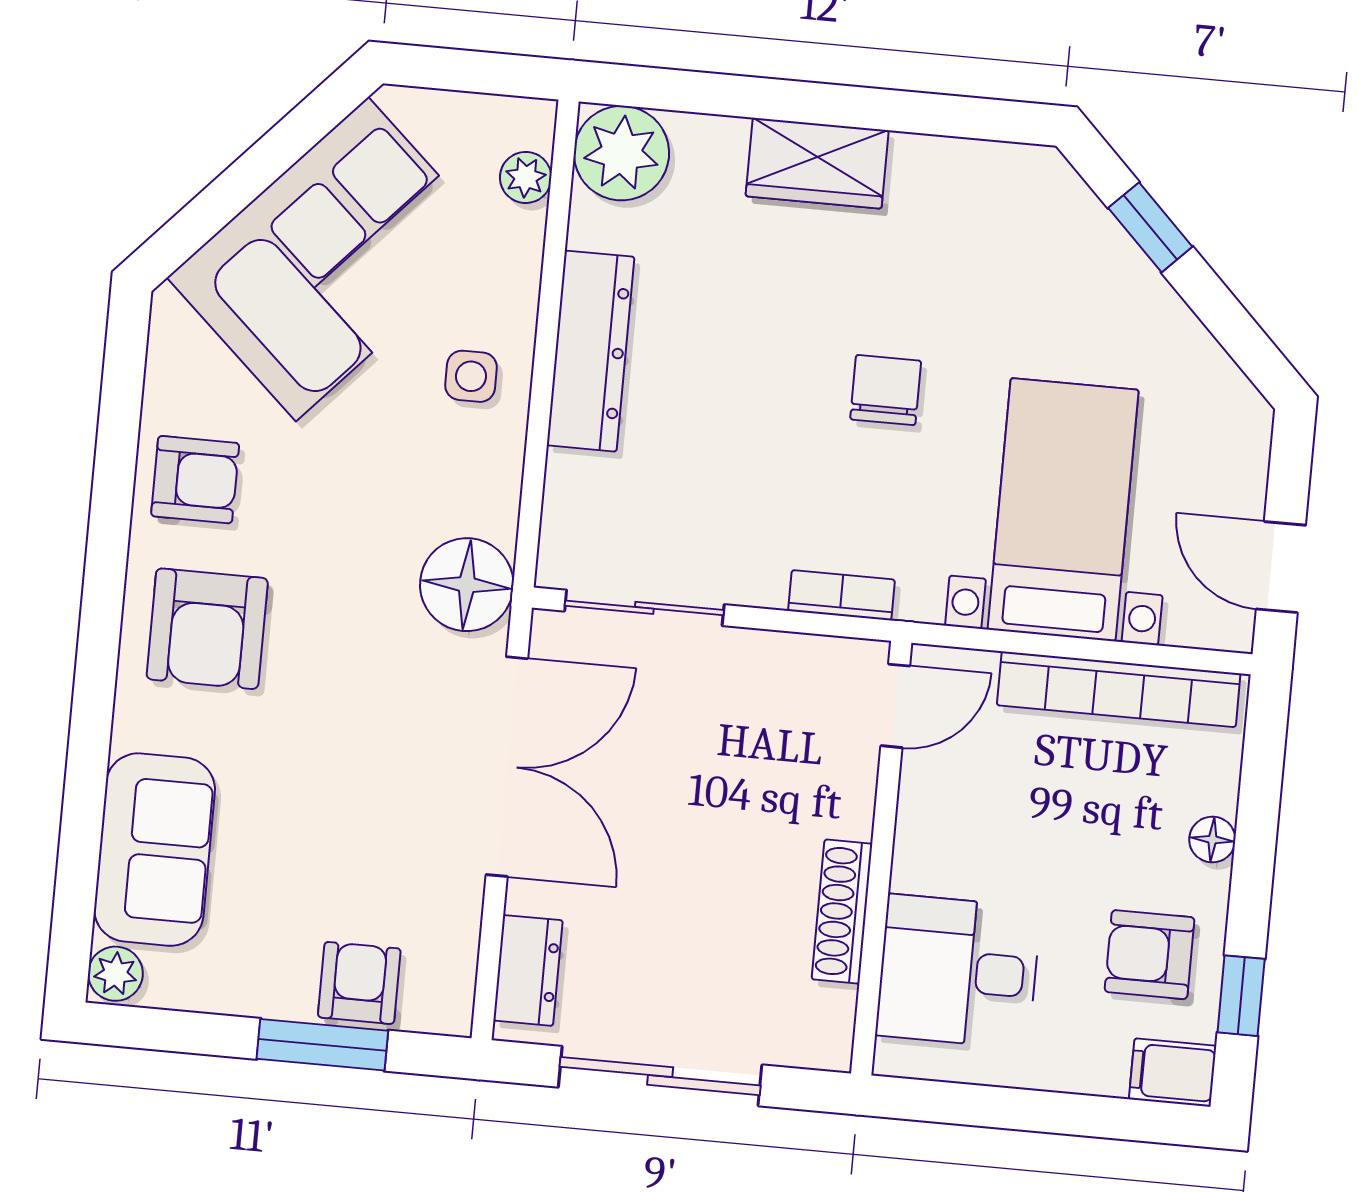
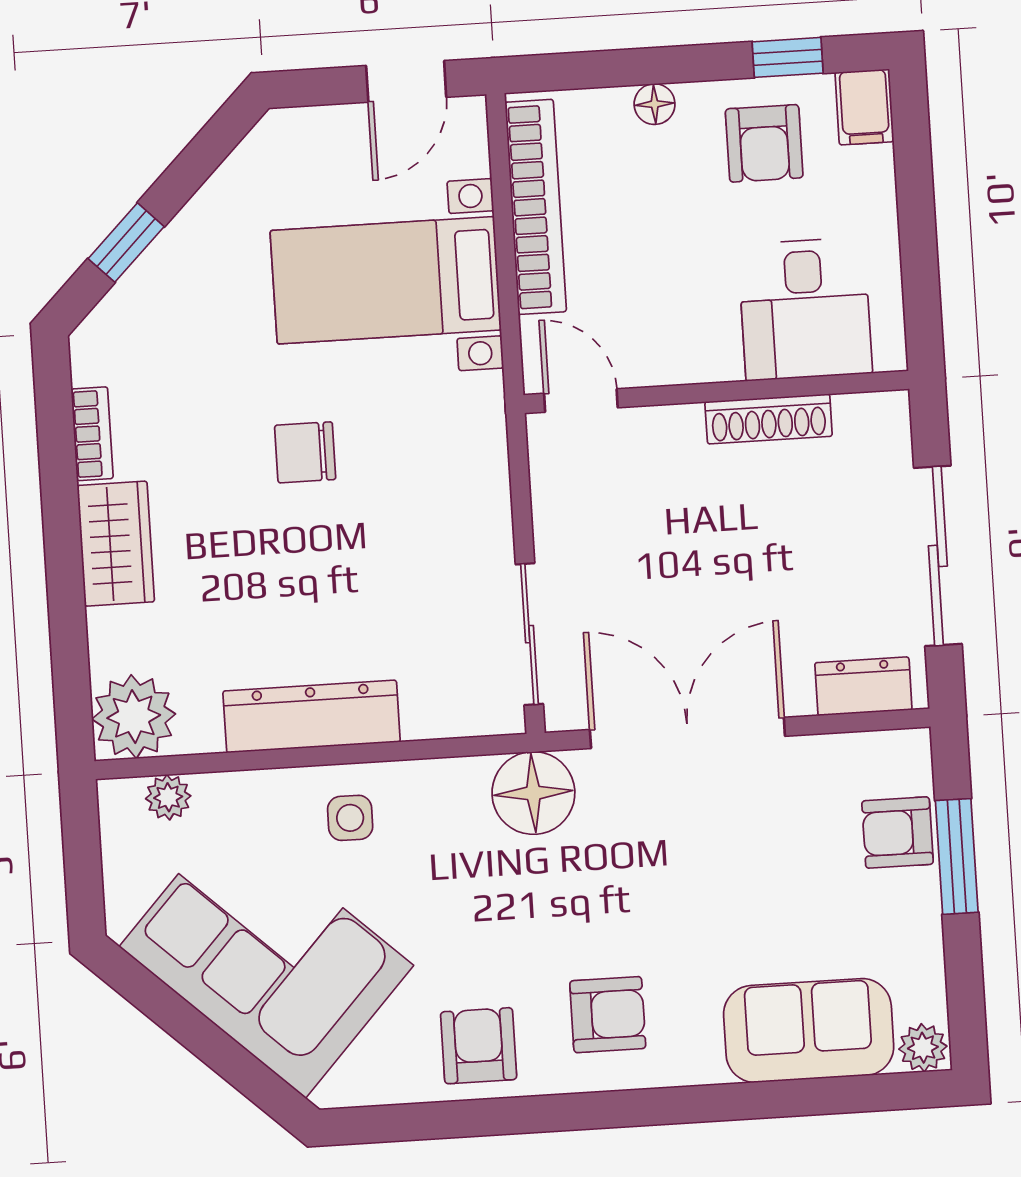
bookcase: (841, 595) -> (92, 434), moved, turned 180
armchair: (207, 629) -> (608, 1015), width x0.72, depth x0.72

